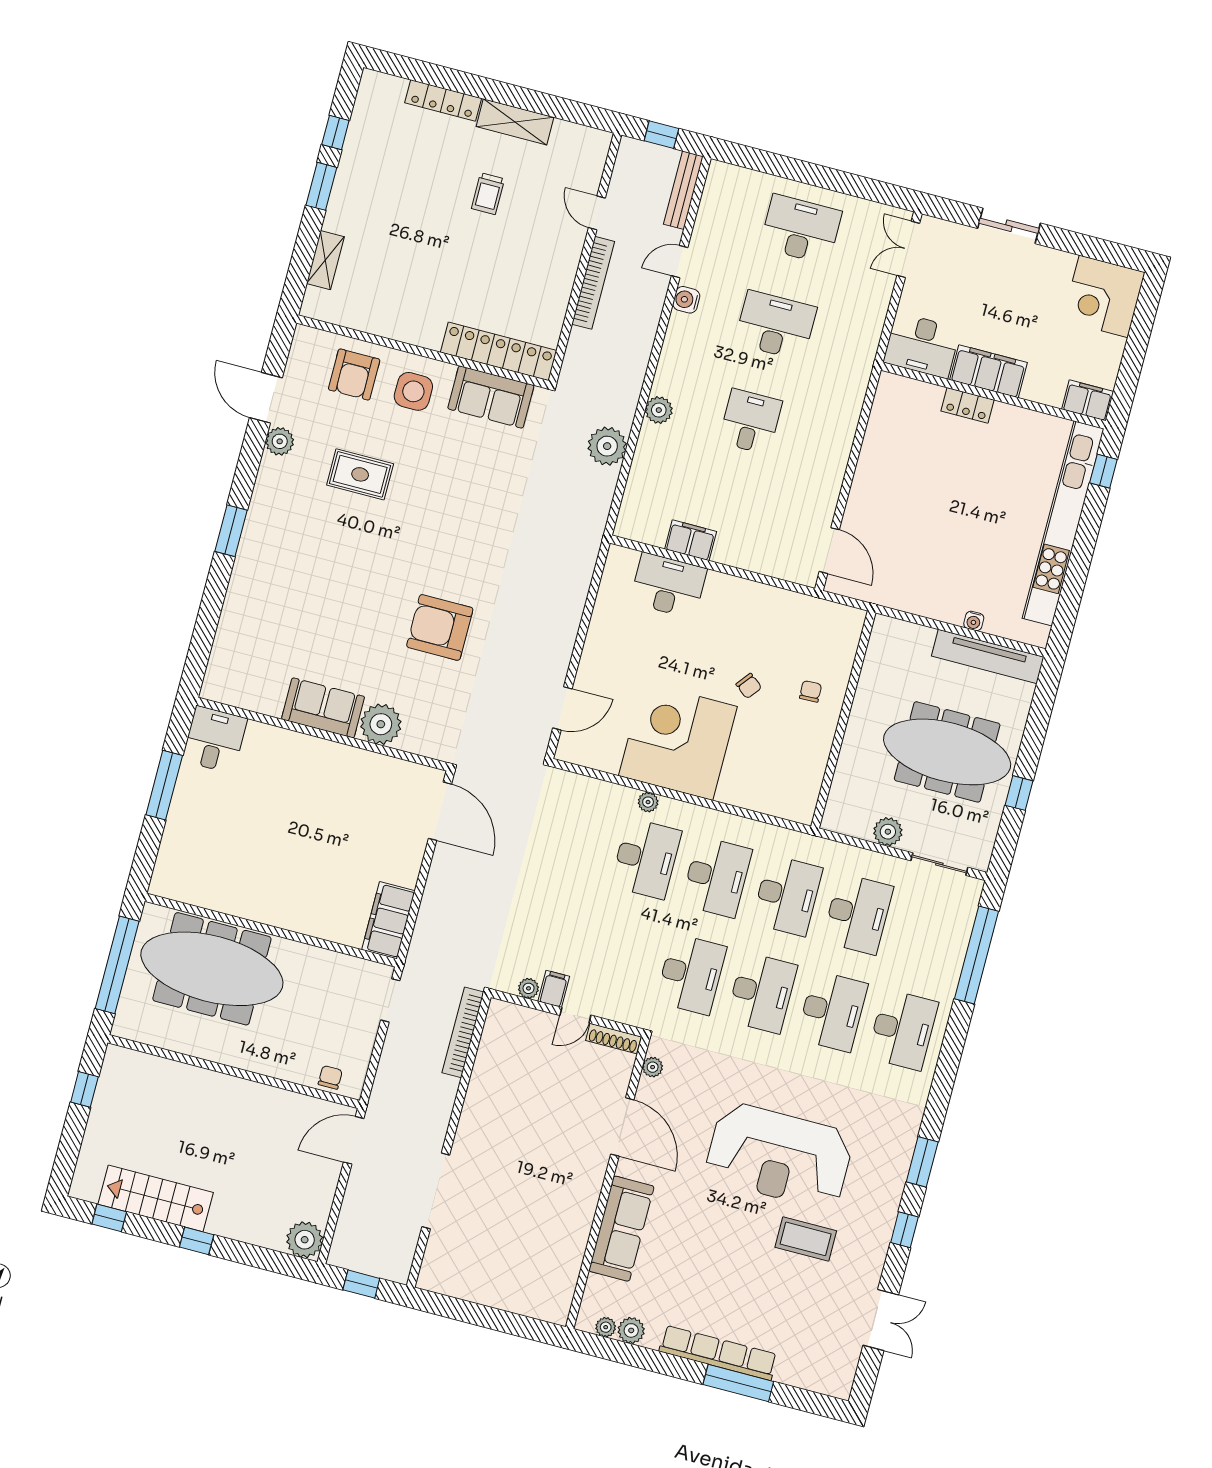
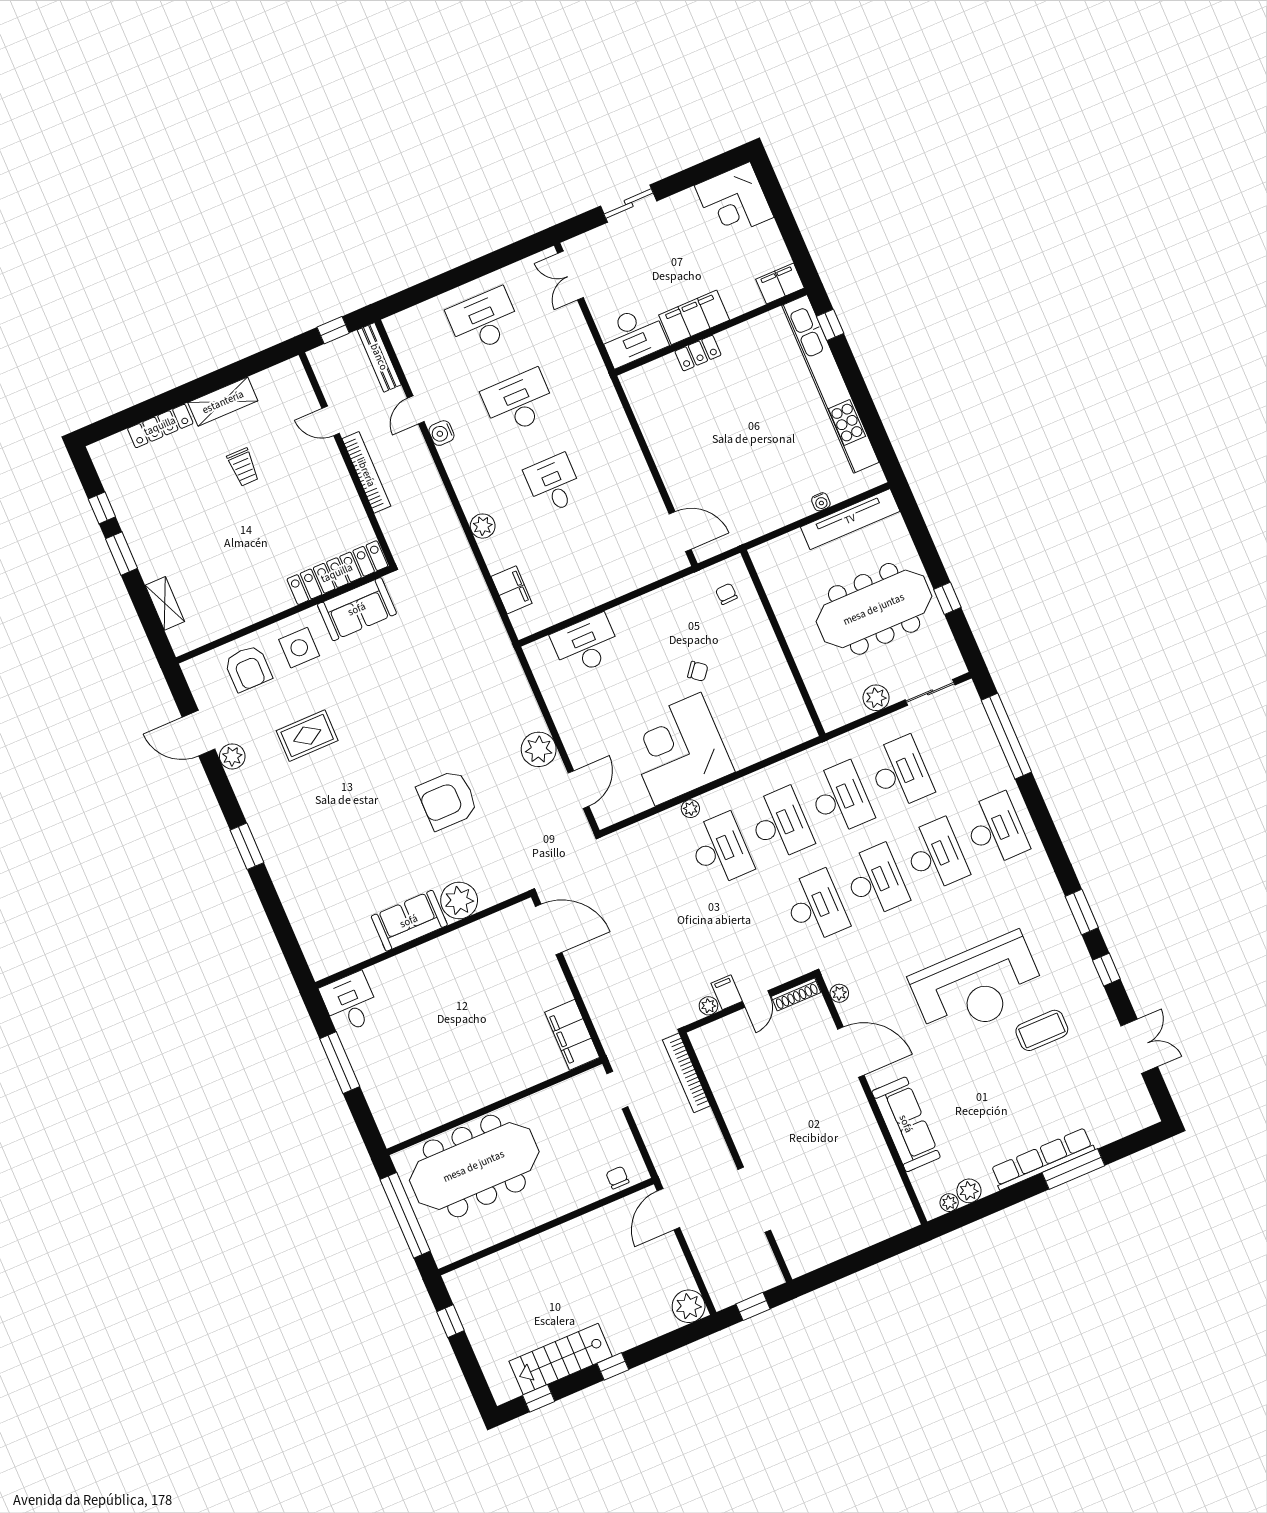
plant: (607, 446) -> (539, 749), moved
filing cabinet: (691, 540) -> (512, 590), moved, turned 90
chair: (811, 691) -> (726, 594), moved

